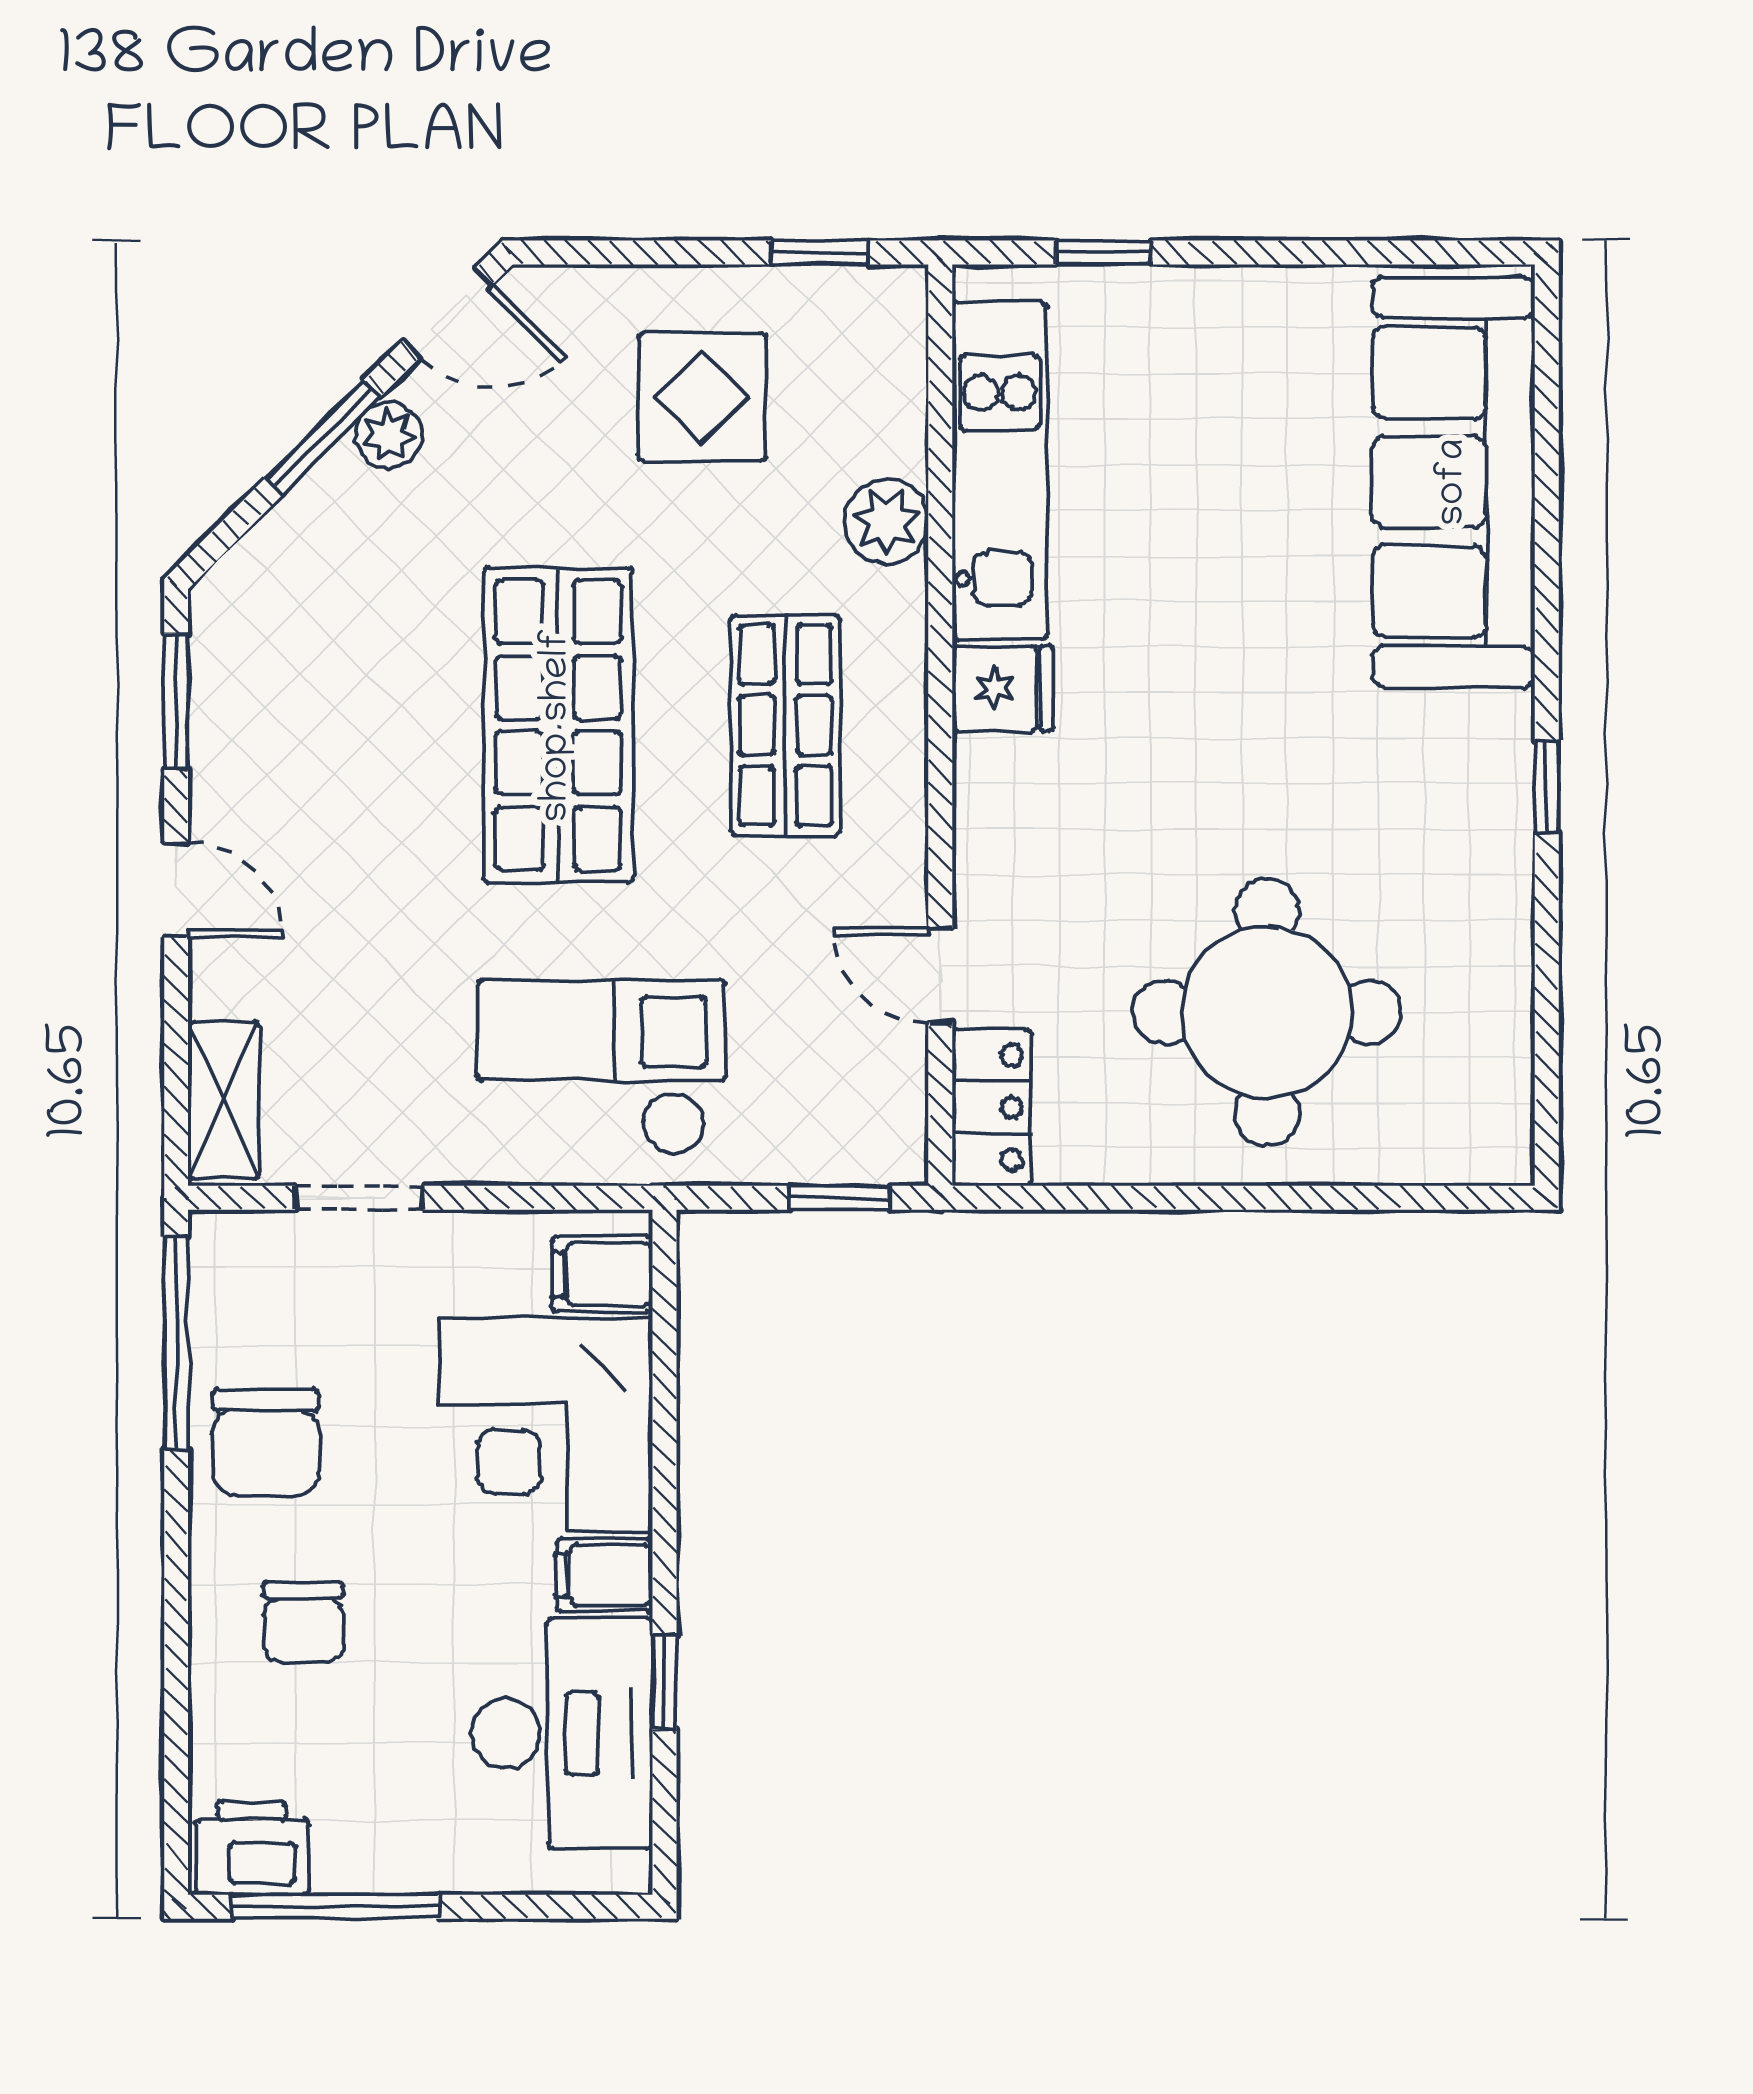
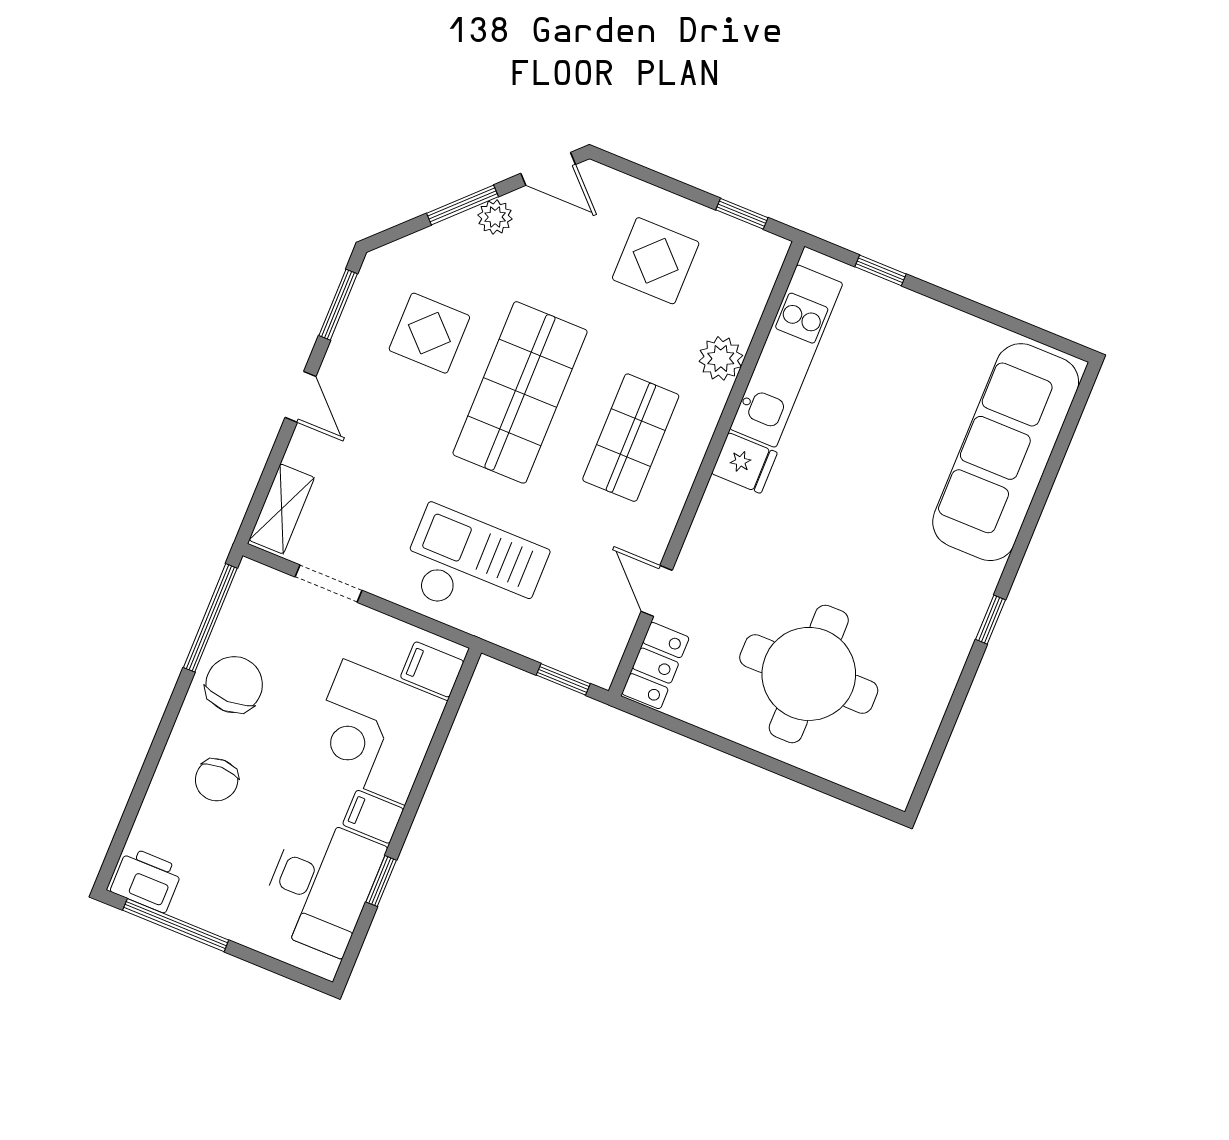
display table: (357, 686) -> (429, 333), added
chair: (266, 1443) -> (234, 685), turned 180

